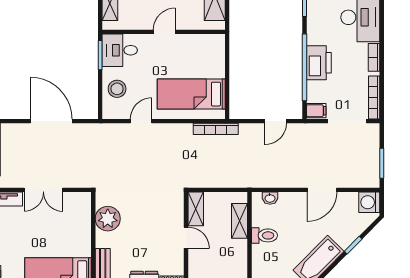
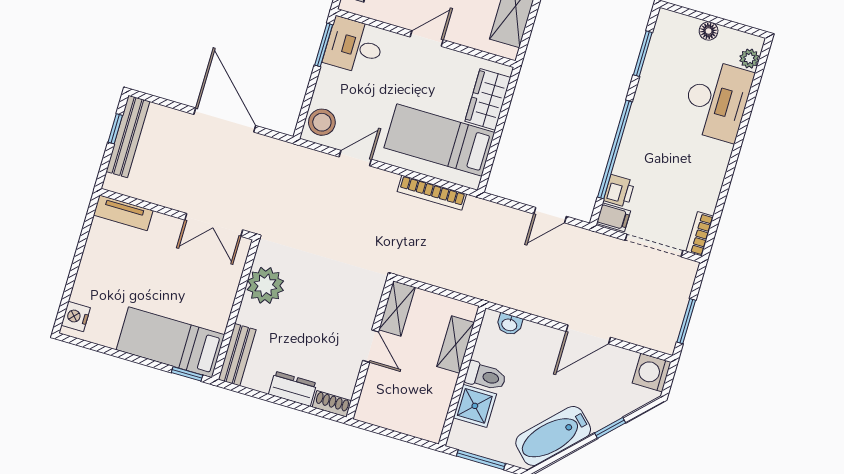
bookcase: (374, 57) -> (720, 164), removed
wardrobe: (215, 59) -> (488, 99), added
printer: (319, 63) -> (619, 191), moved, width x0.53, depth x0.68
stool: (117, 89) -> (322, 122), moved
bookcase: (374, 97) -> (700, 234), width x0.64
bookcase: (216, 129) -> (432, 193), moved
double door: (43, 190) -> (214, 225), moved
shower: (263, 256) -> (475, 406), added

